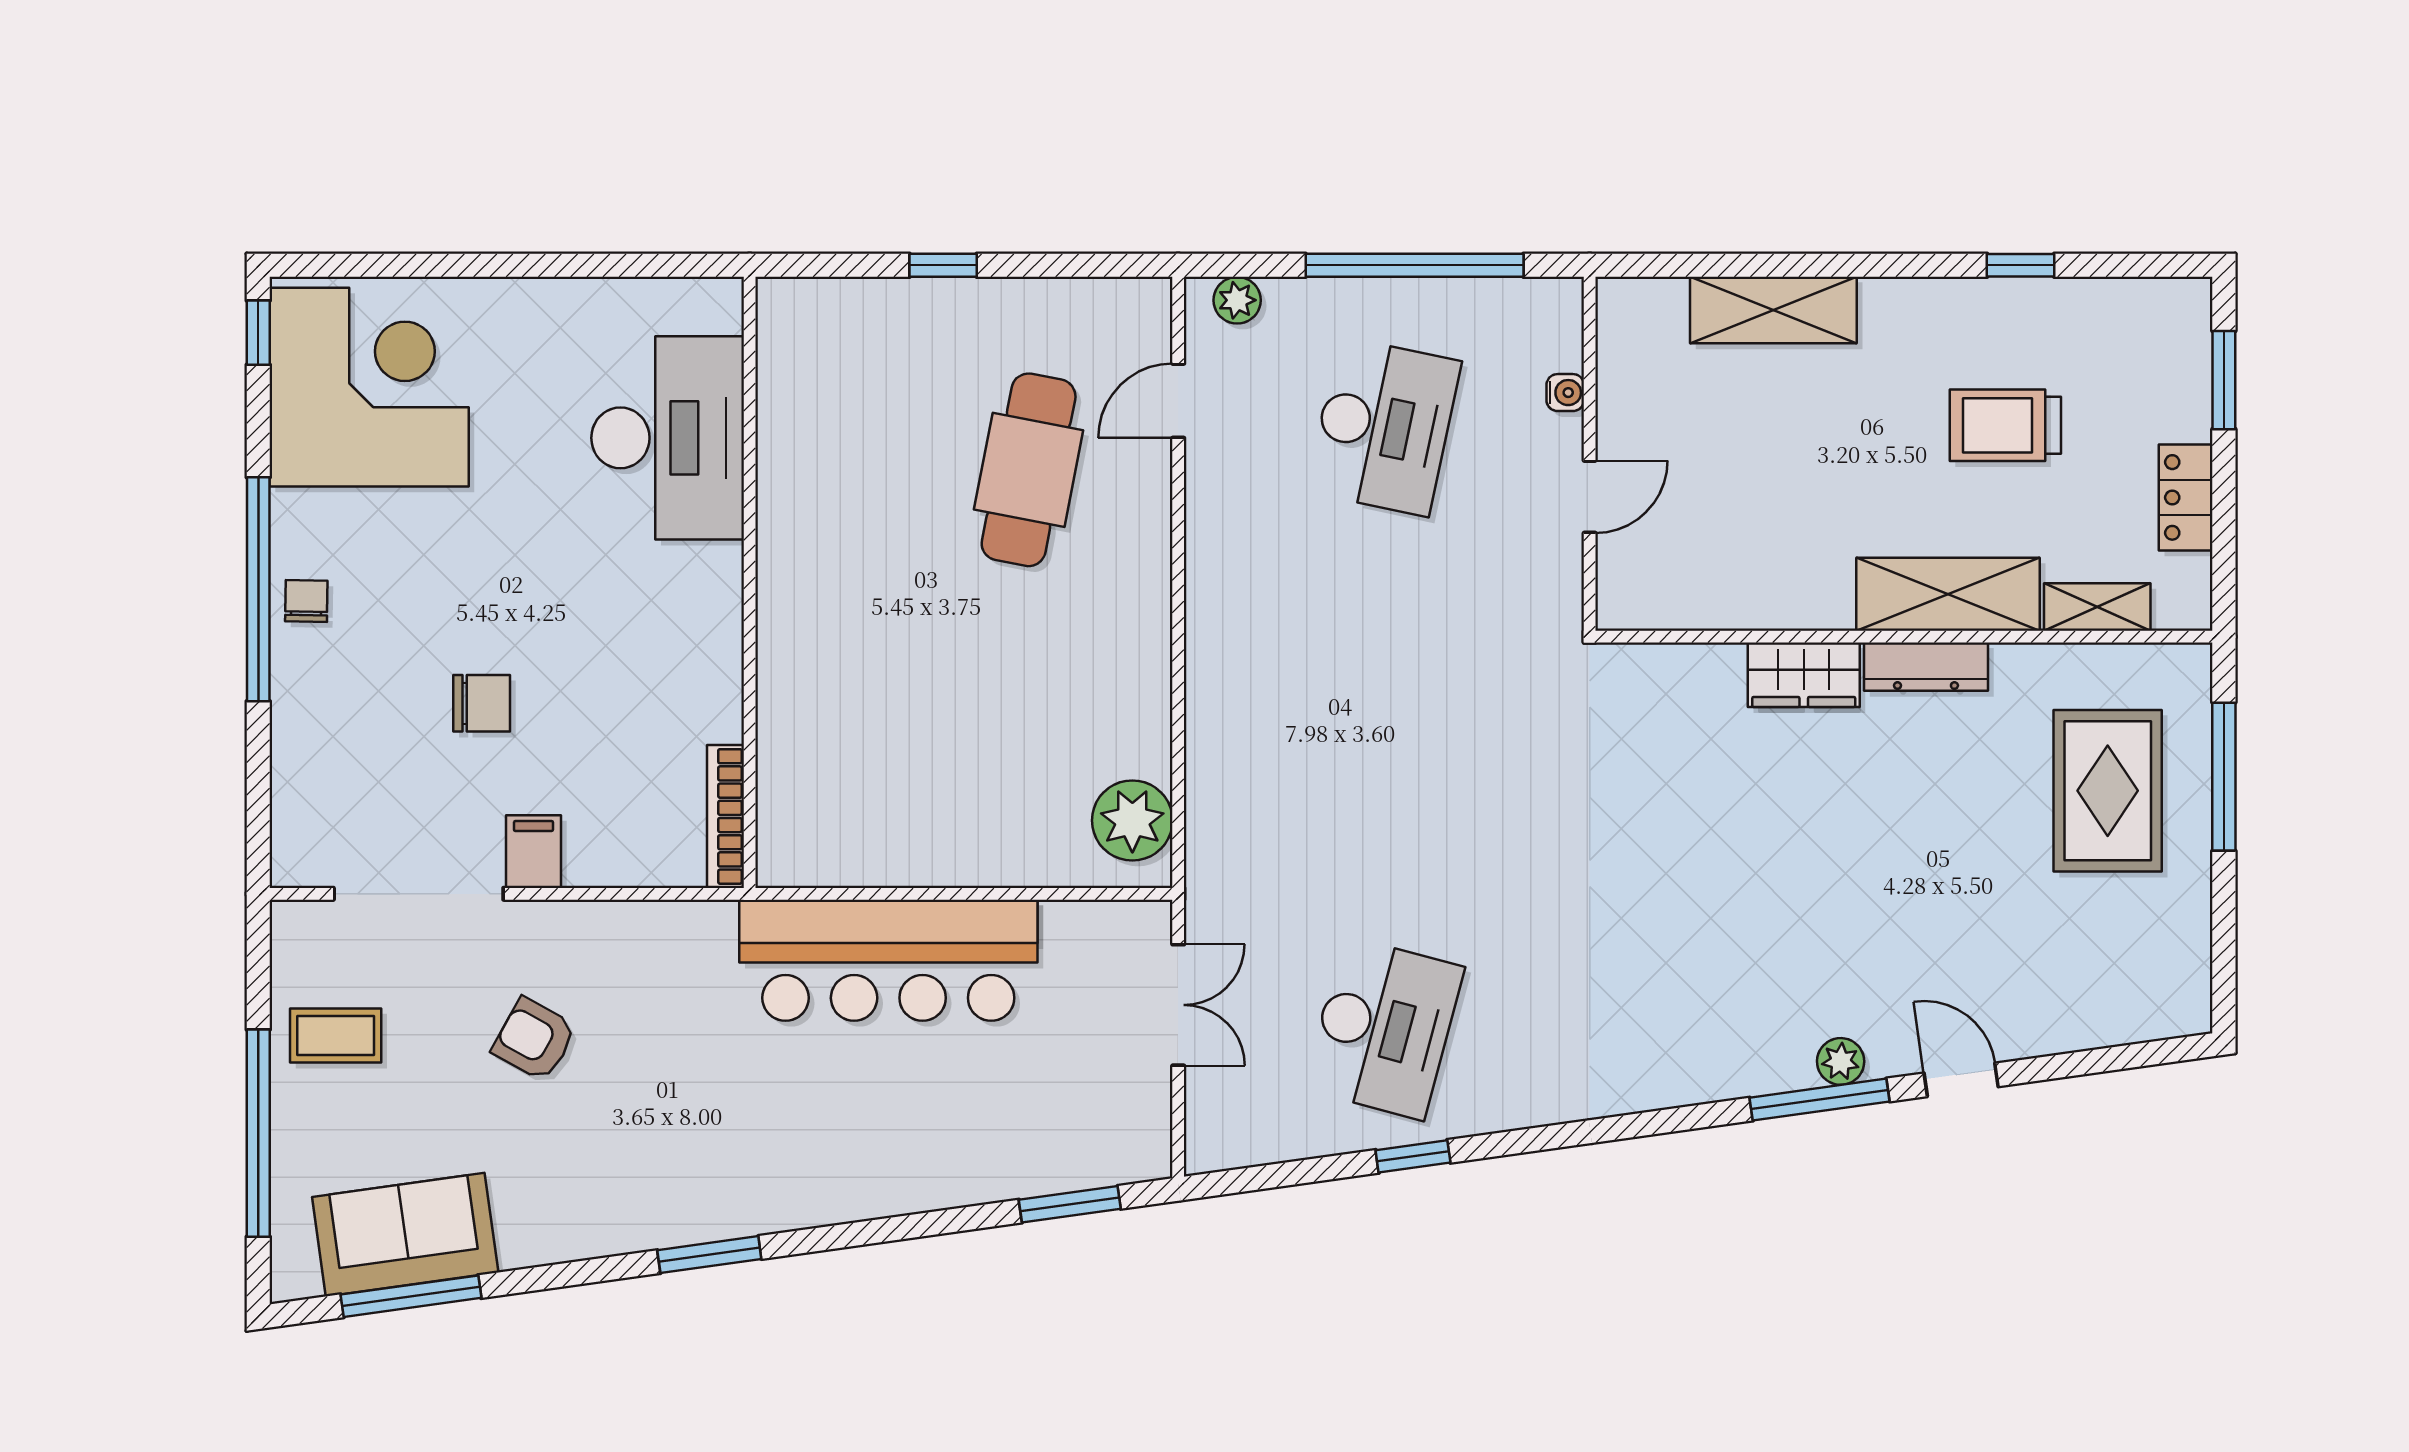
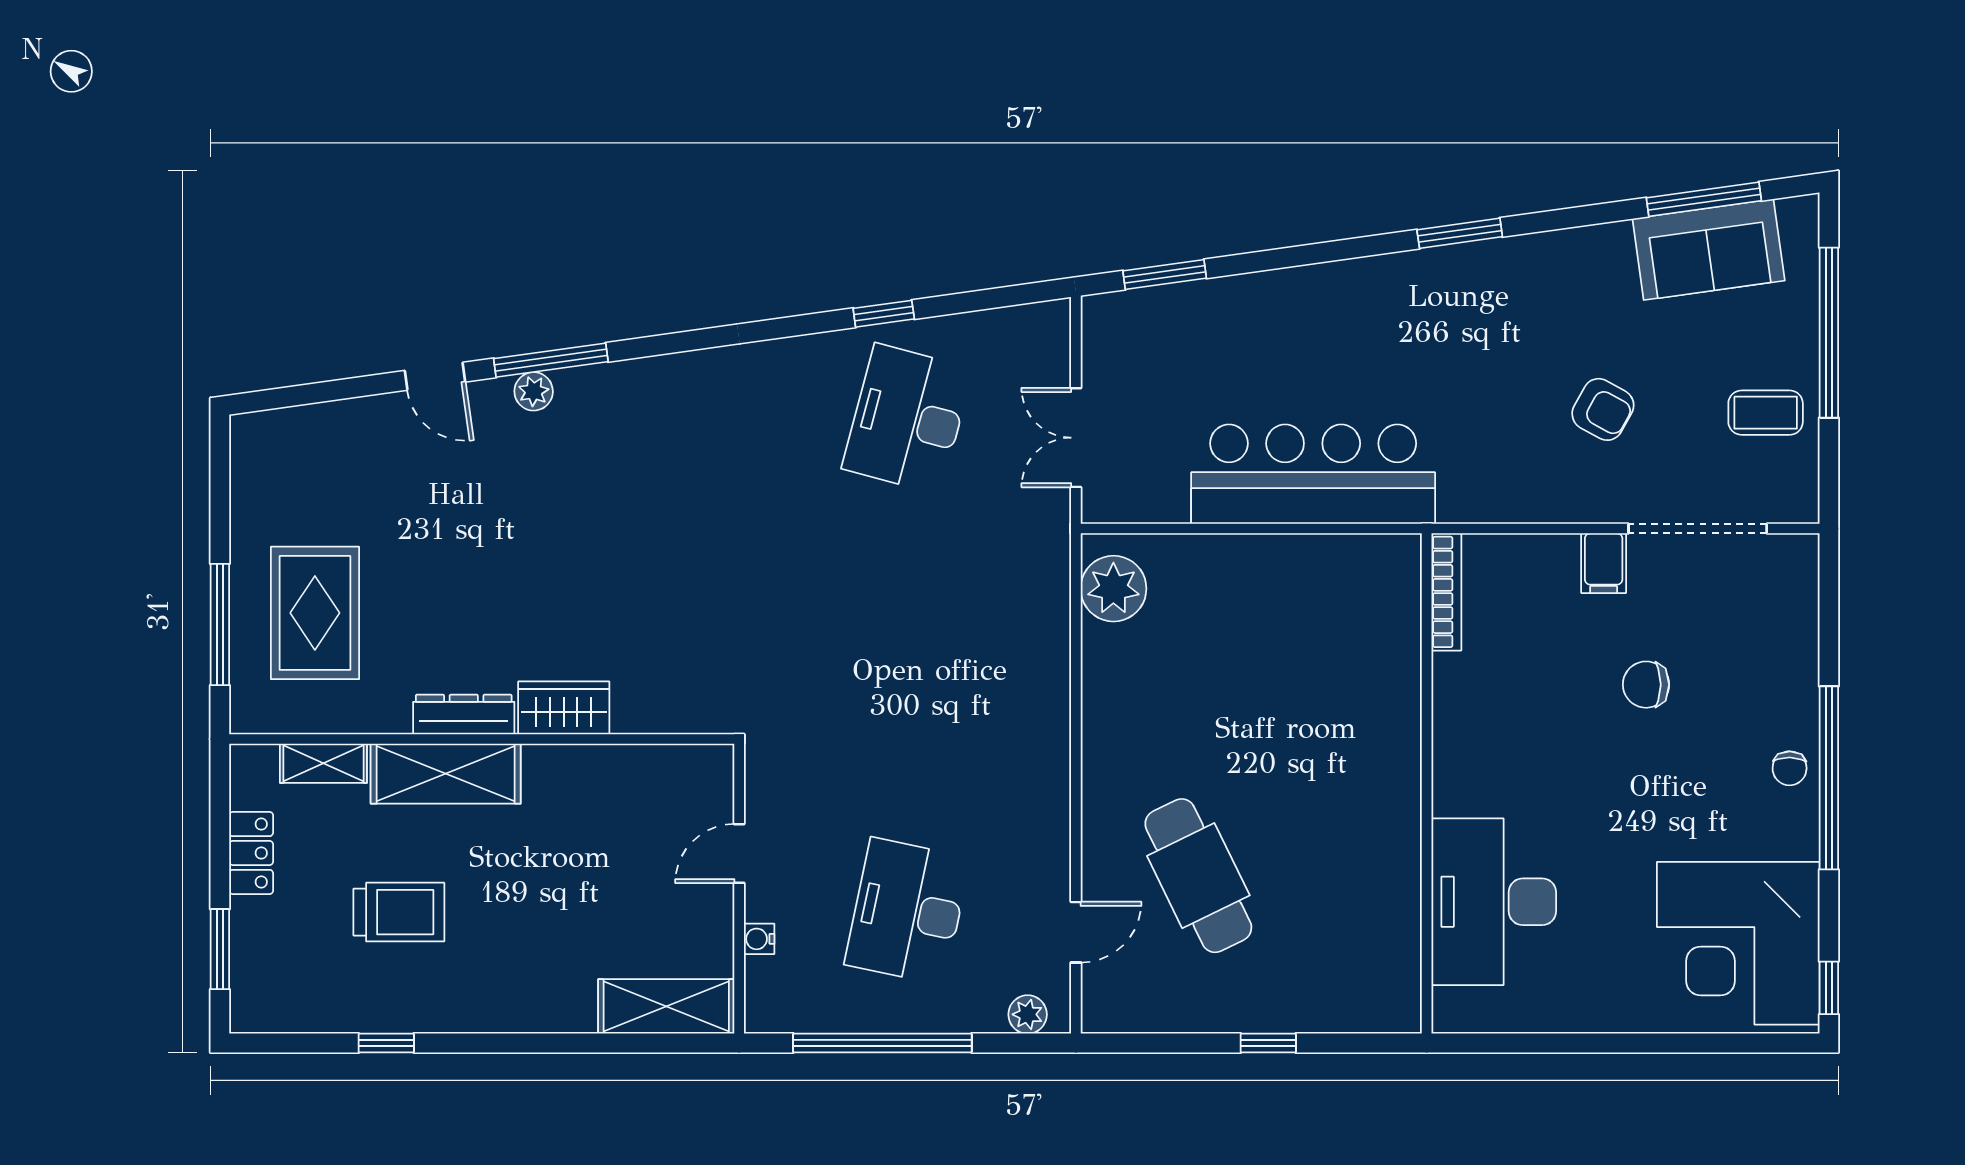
shelving: (1773, 310) -> (666, 1006), moved
cafe table: (1029, 470) -> (1198, 876), turned -37

